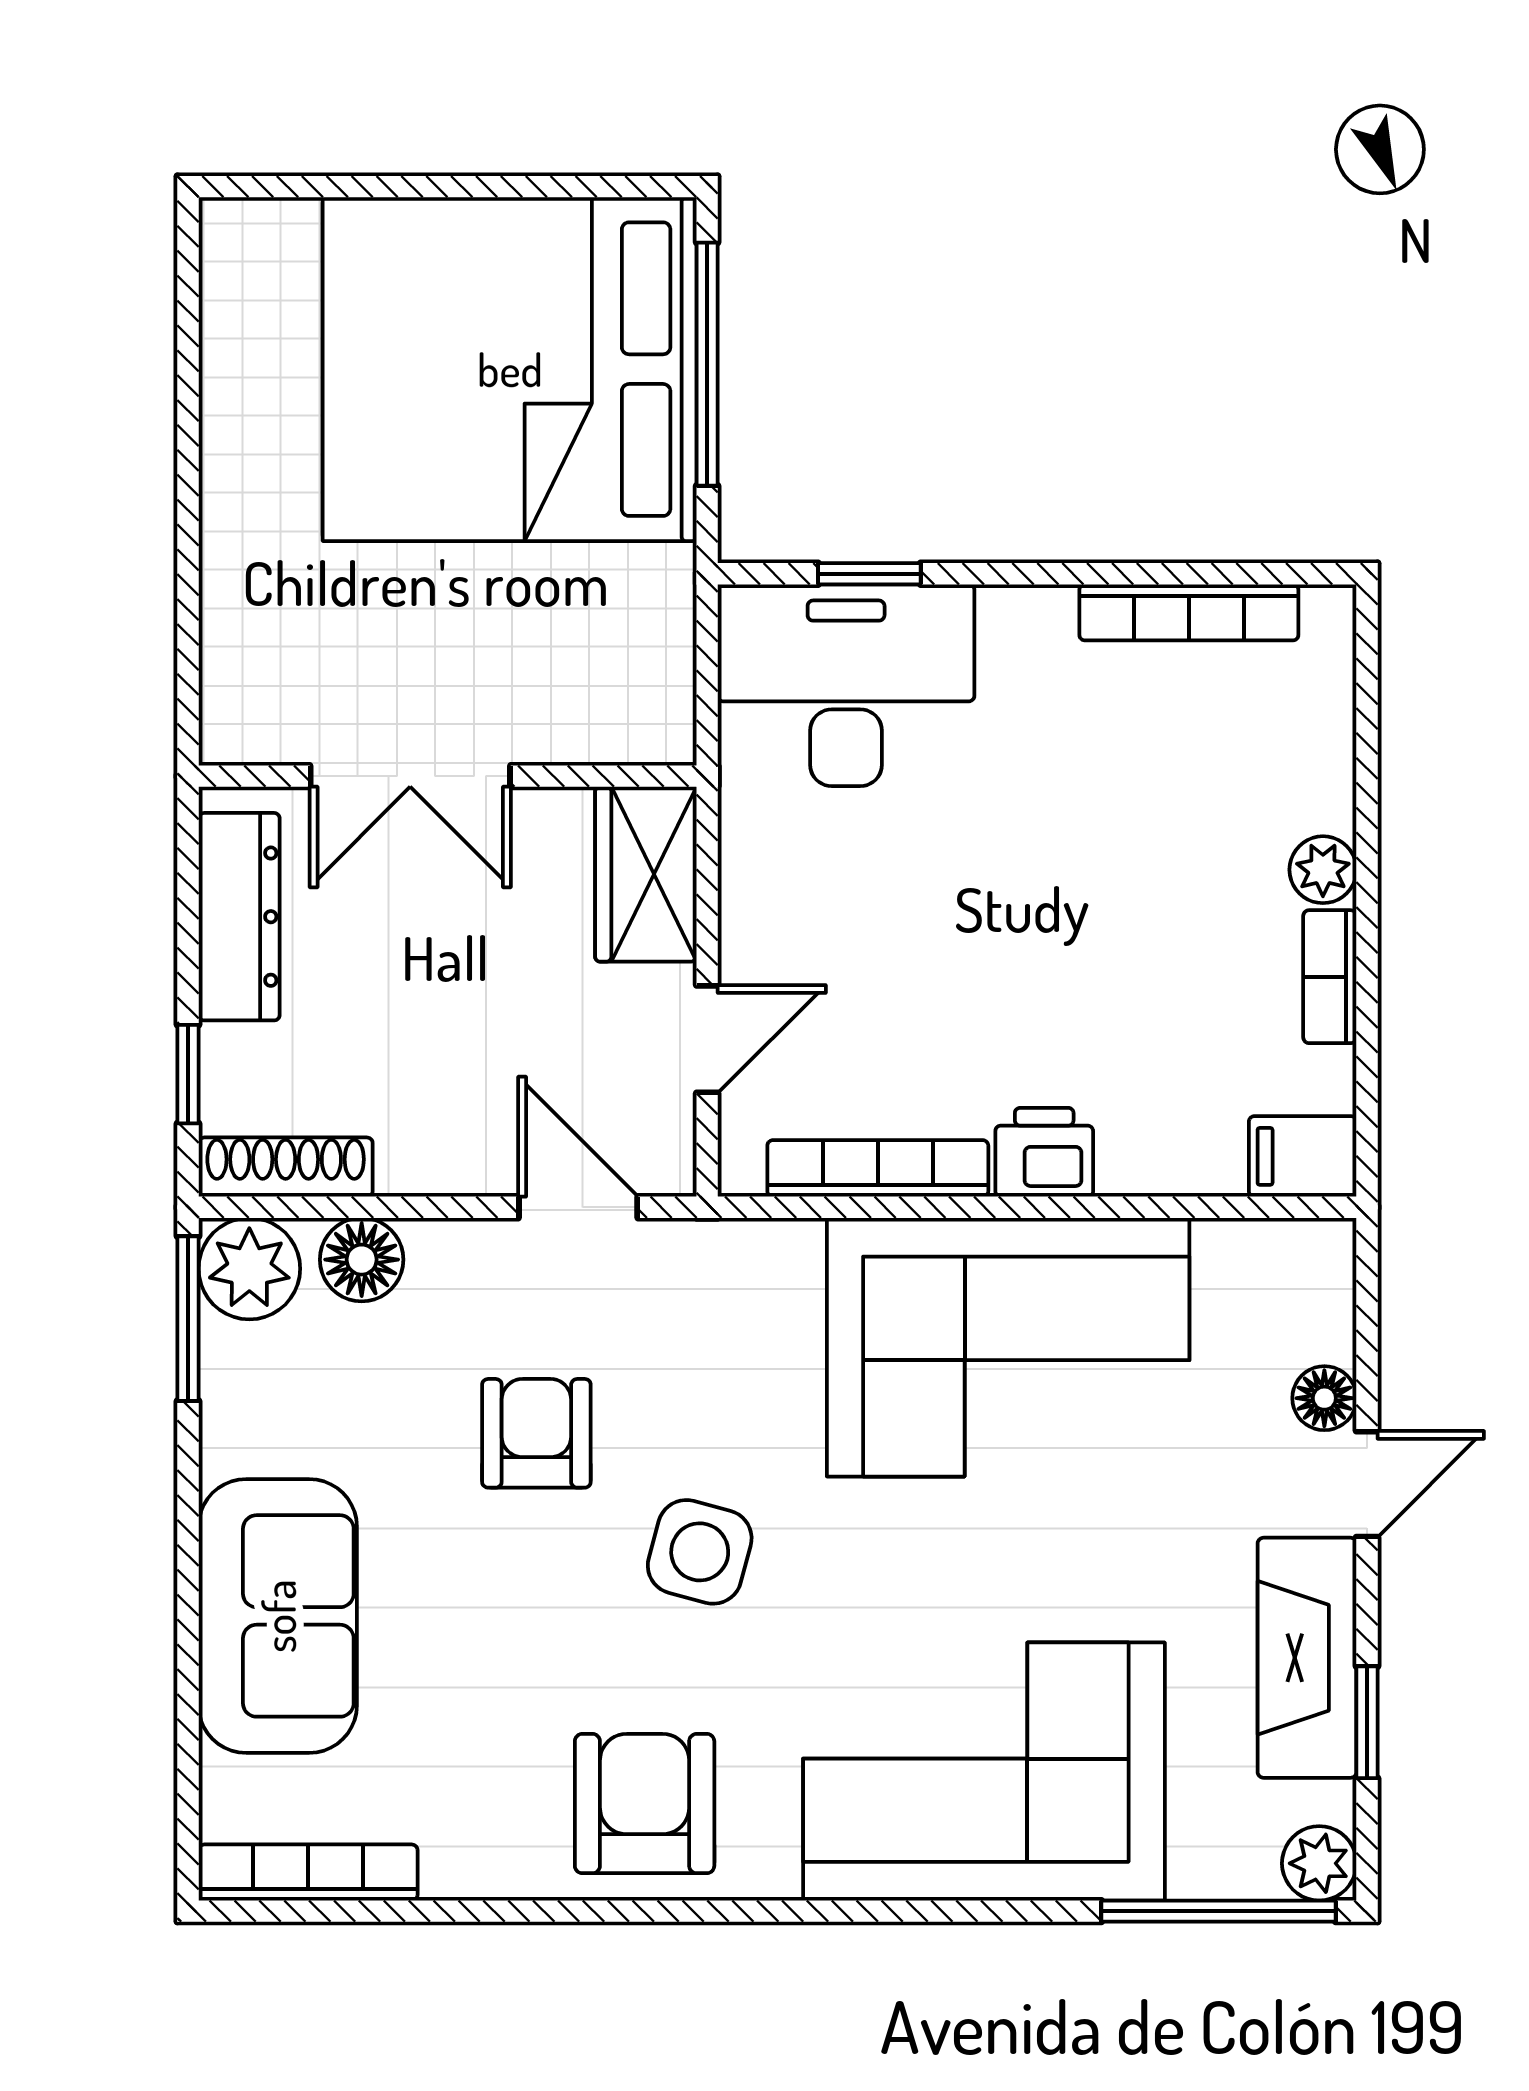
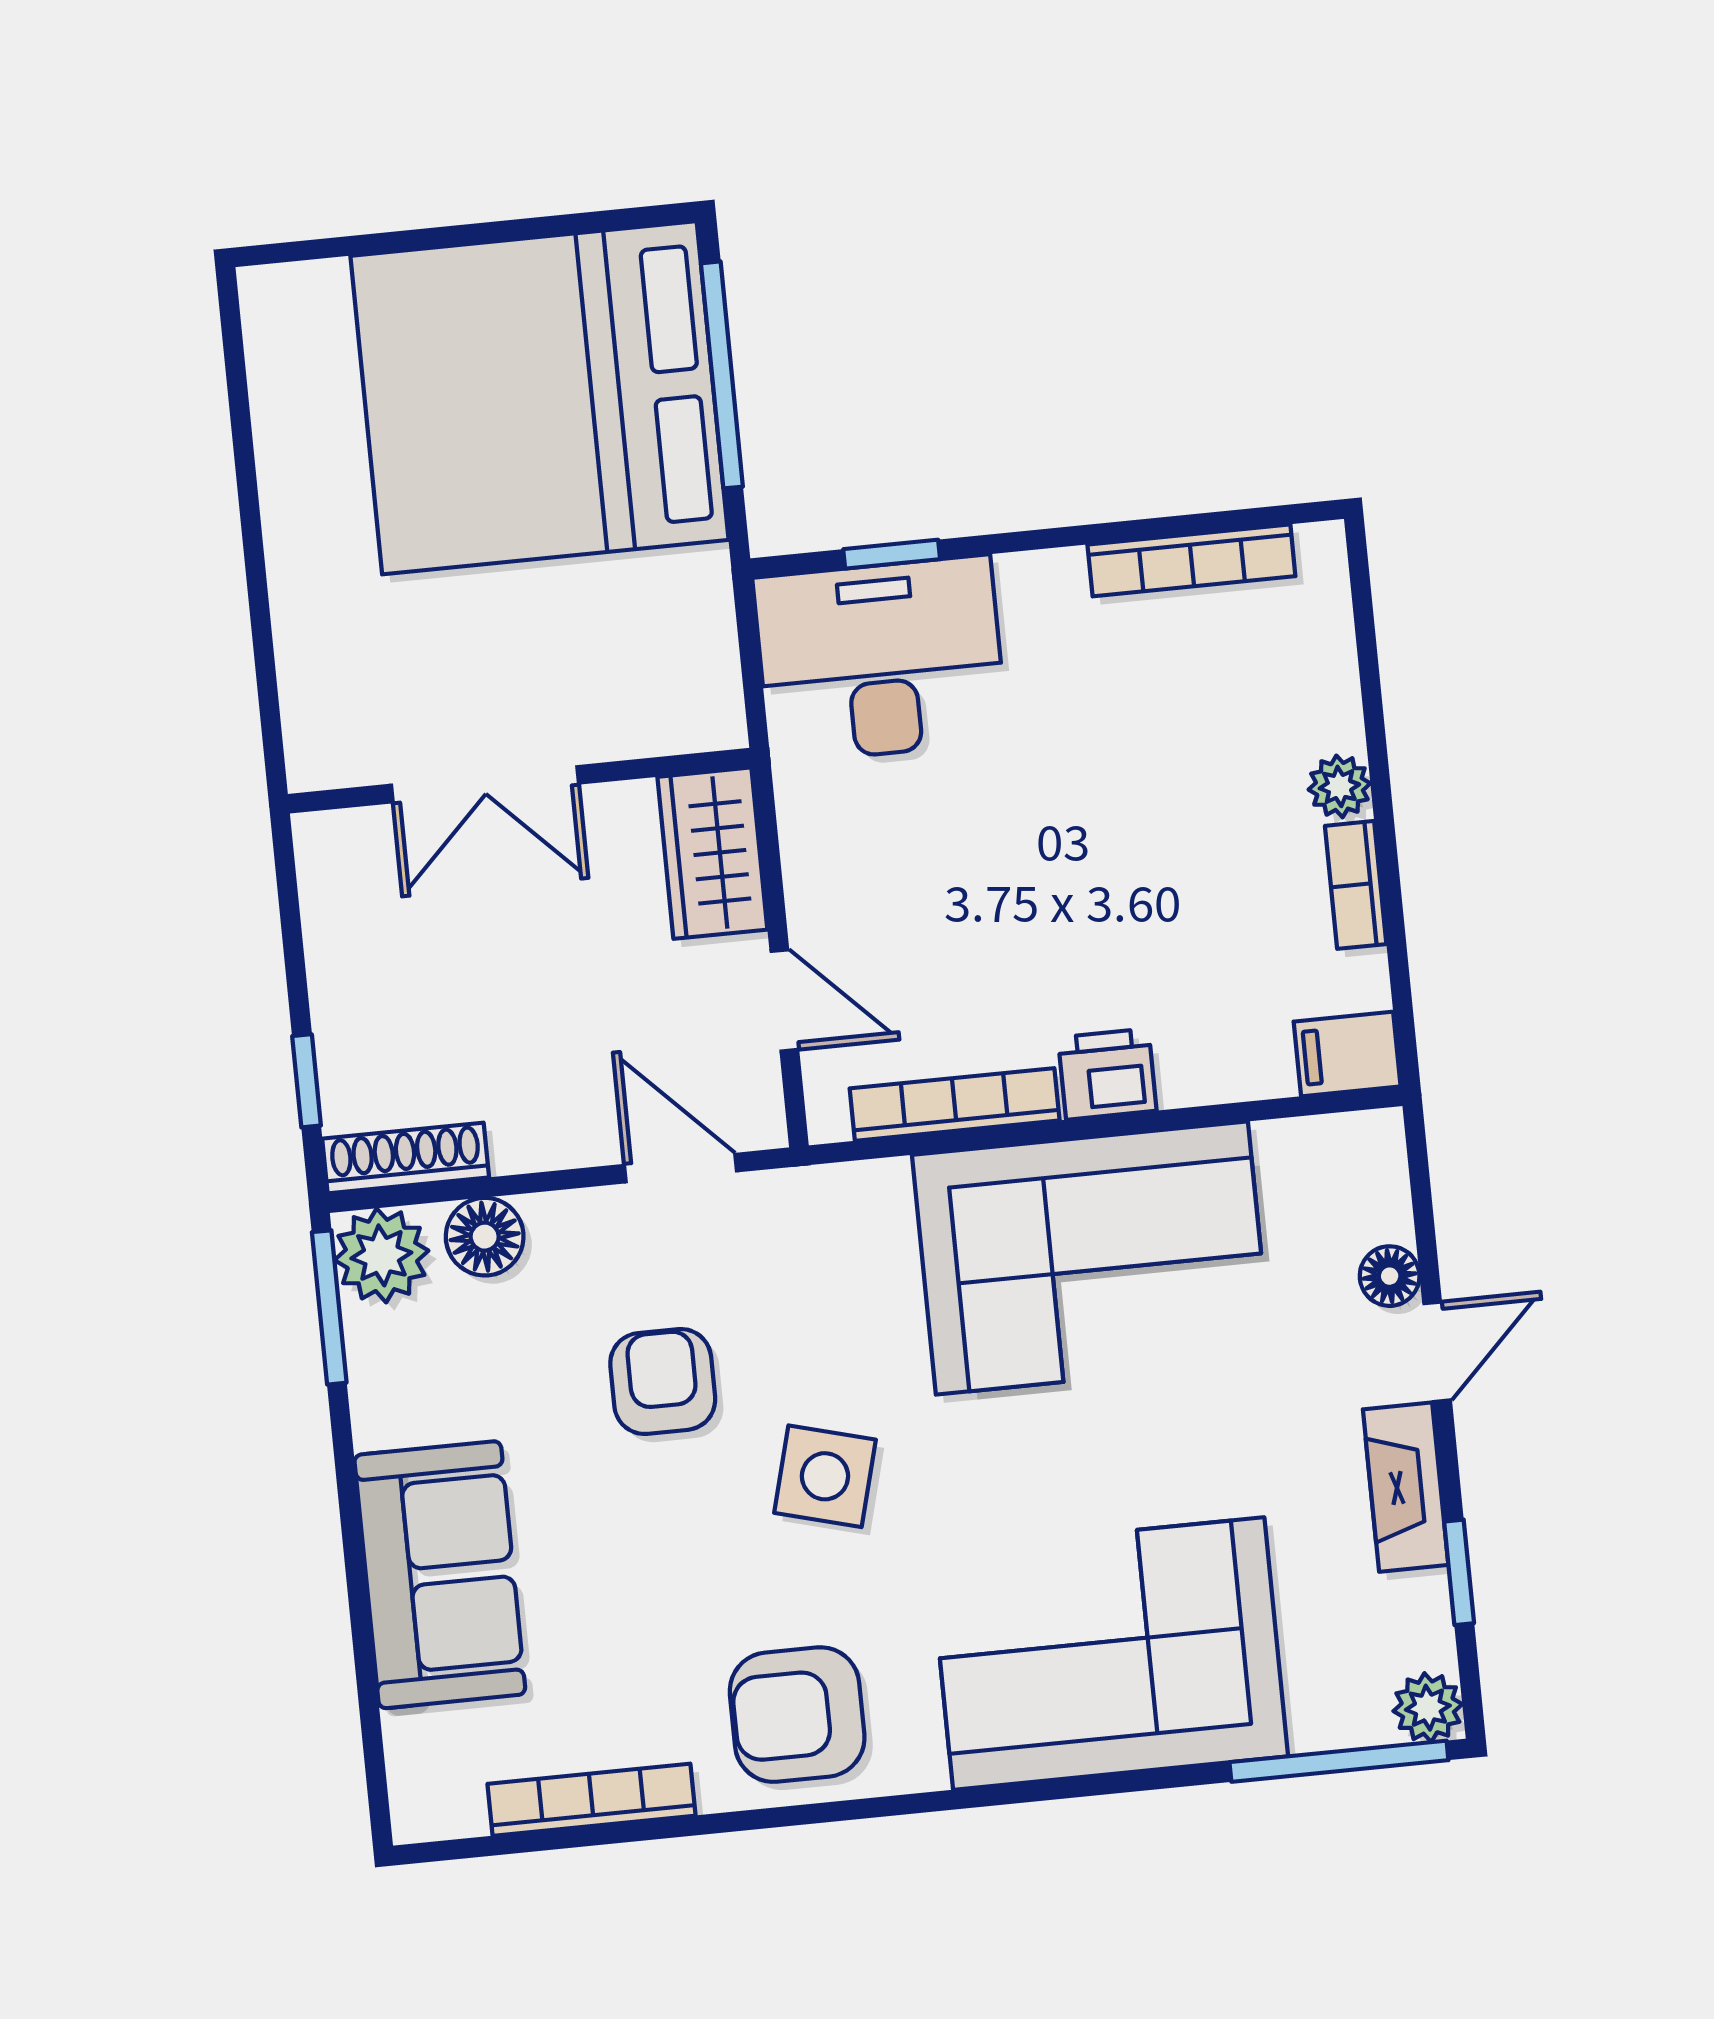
dresser: (239, 917) -> (339, 930), removed
door: (707, 1039) -> (784, 1000), hinge flipped
fireplace: (1307, 1658) -> (1406, 1487), width x0.73, depth x0.76
armchair: (645, 1804) -> (797, 1715), turned -90
bookcase: (308, 1873) -> (591, 1800), moved

